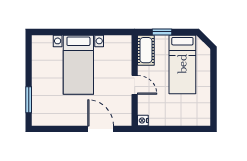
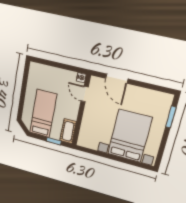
bed with nightstands: (78, 65) -> (130, 136), width x1.36
door: (135, 85) -> (85, 94), moved

